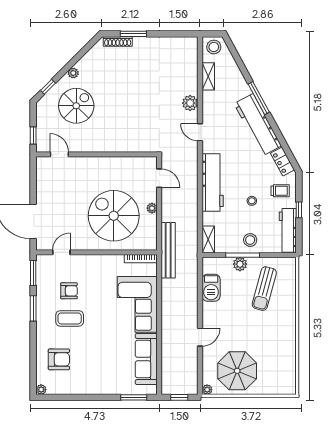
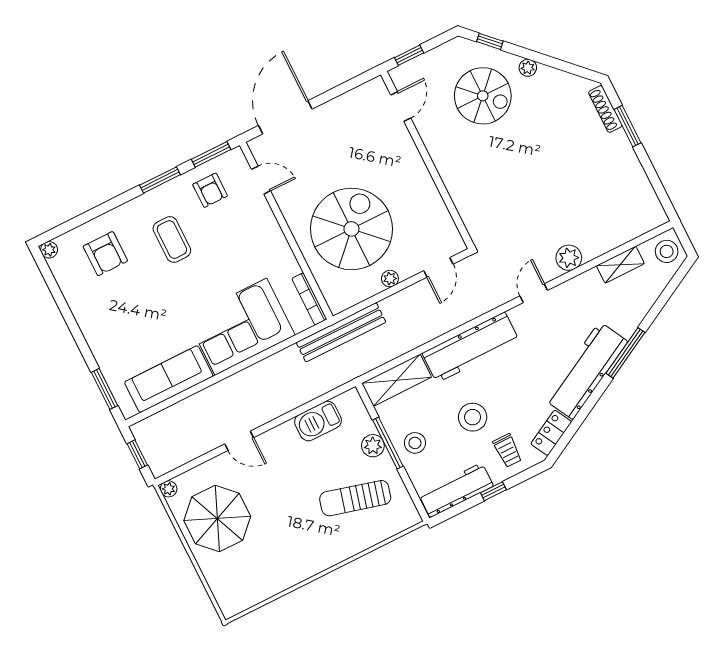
stool: (252, 201) -> (473, 417), width x1.89, depth x1.89
shelving: (208, 240) -> (397, 380), width x1.50, depth x1.33
armchair: (69, 291) -> (210, 190), moved

